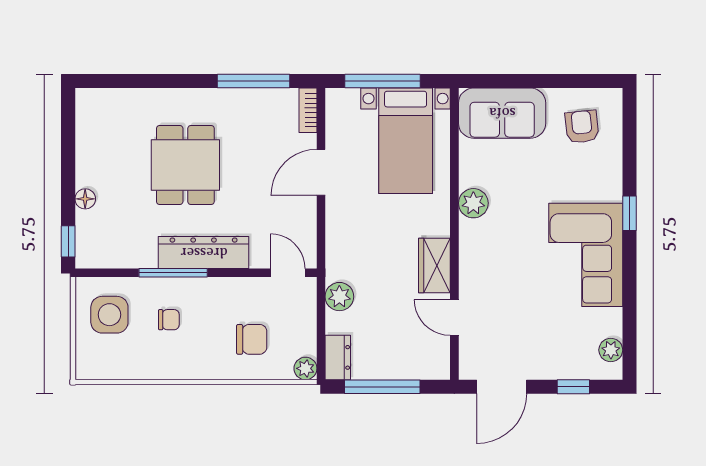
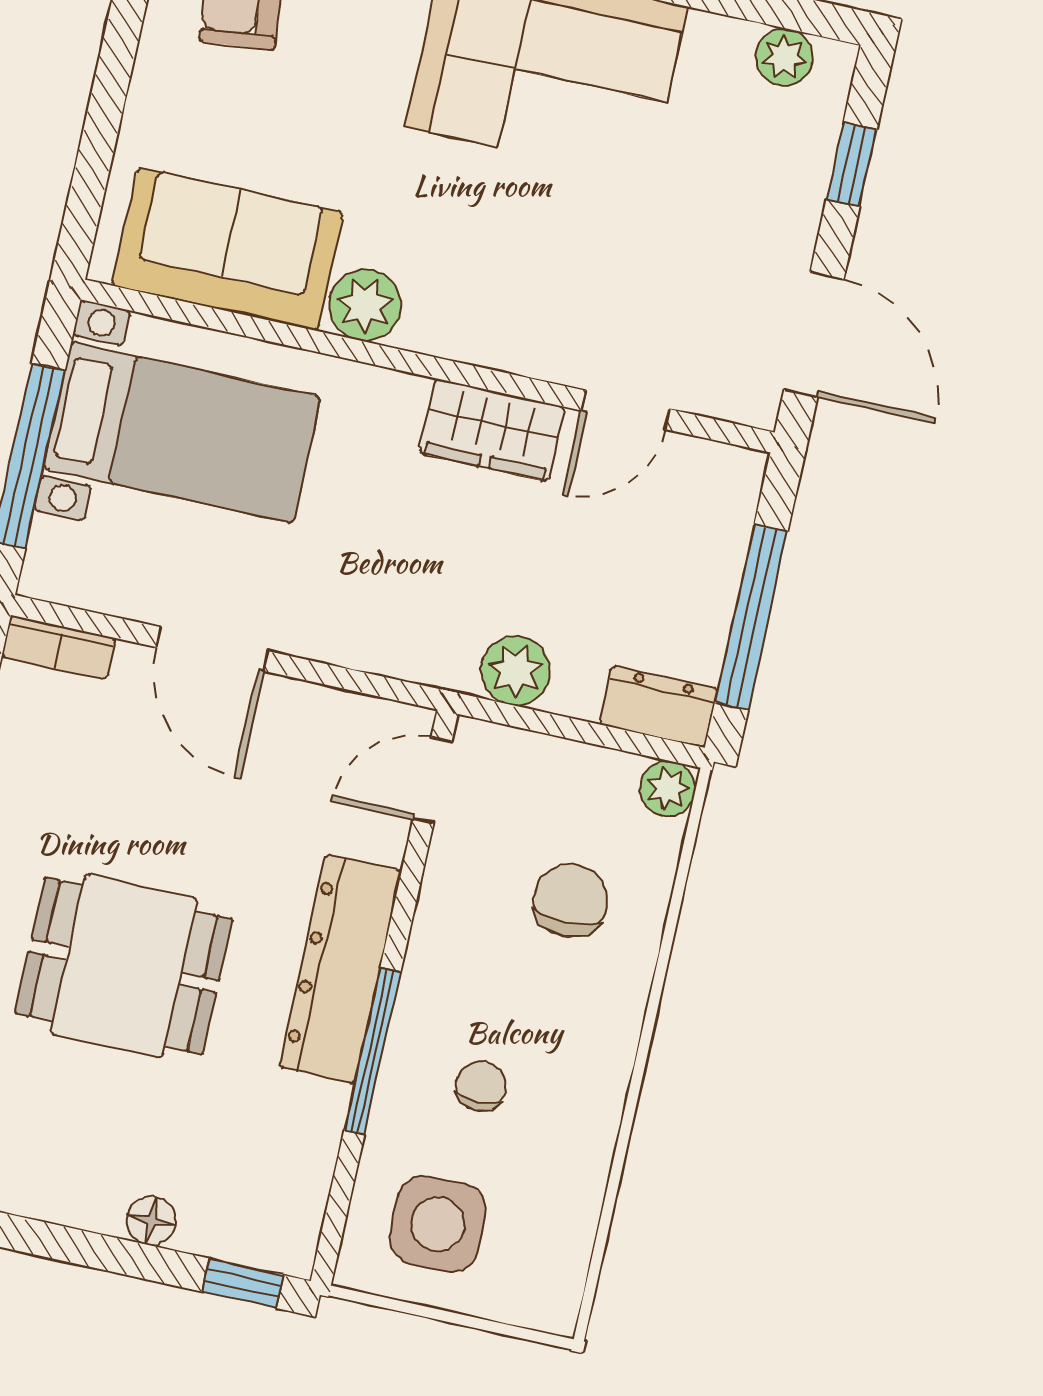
sofa: (502, 113) -> (228, 249), moved, turned -90

